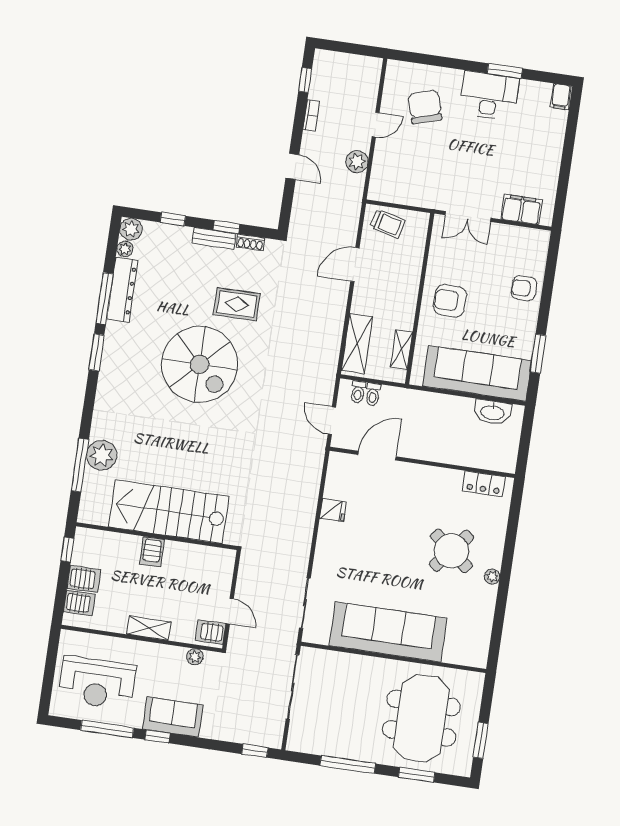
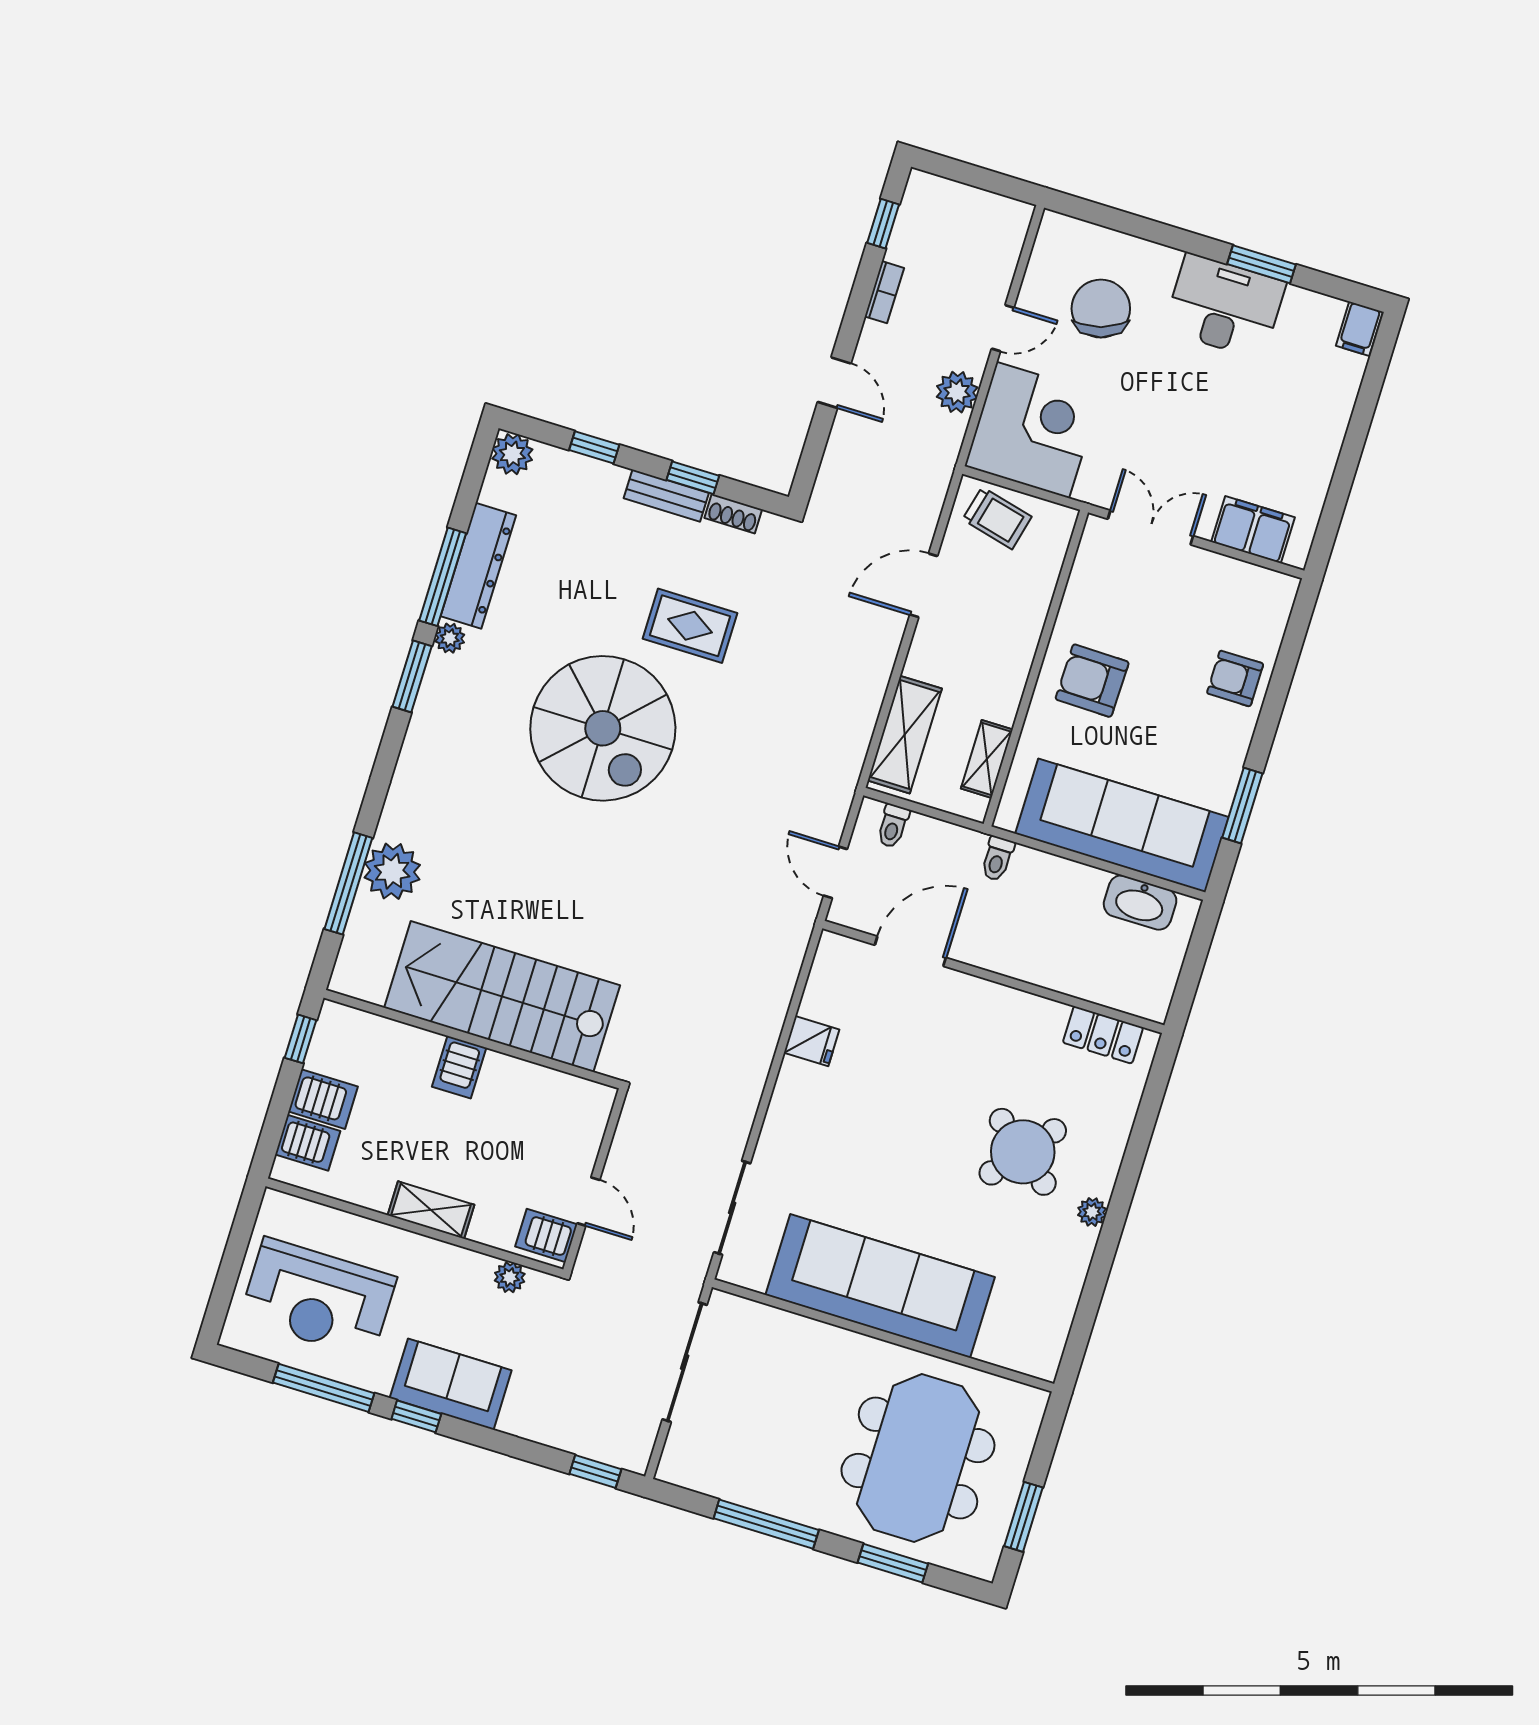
corner desk: (399, 175) -> (1033, 430), added
double door: (468, 216) -> (1150, 527), swing flipped
plant: (125, 249) -> (450, 638), moved
toilet: (373, 394) -> (997, 859), moved

